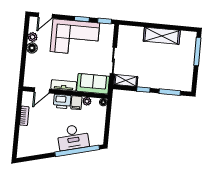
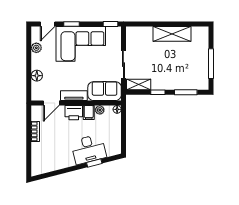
window: (82, 19) -> (72, 24), moved
floor lamp: (32, 48) -> (37, 76), moved
window: (197, 52) -> (211, 64), moved
window: (77, 151) -> (94, 163), width x0.32

